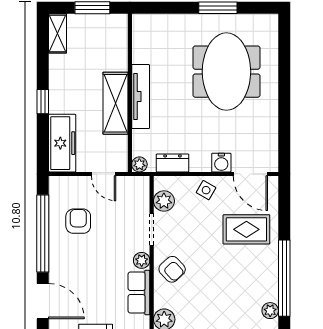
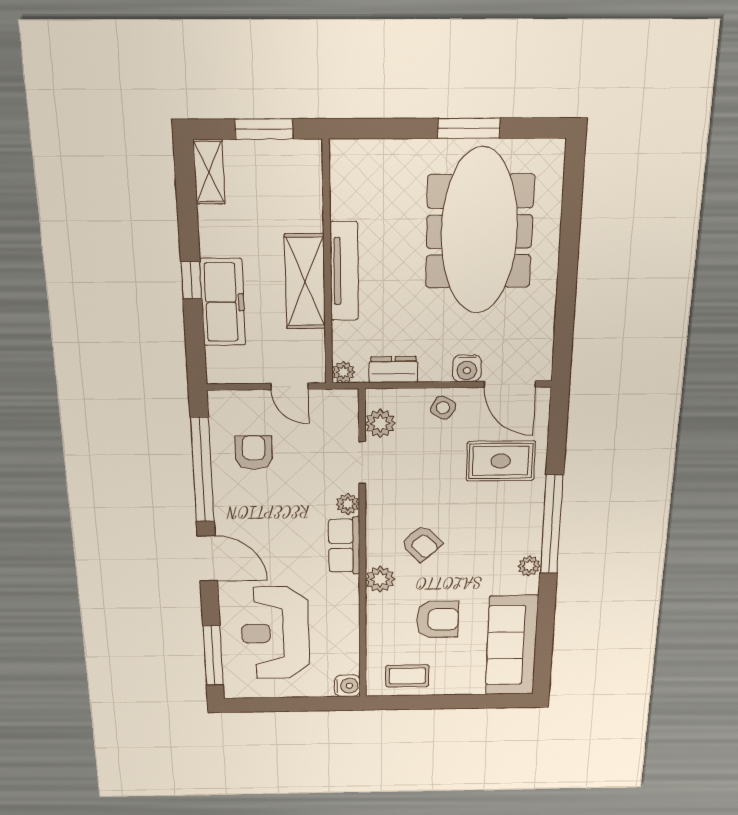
meeting table: (226, 72) -> (479, 232), width x1.36
freezer: (62, 143) -> (223, 302), moved
armchair: (172, 269) -> (422, 543), moved

